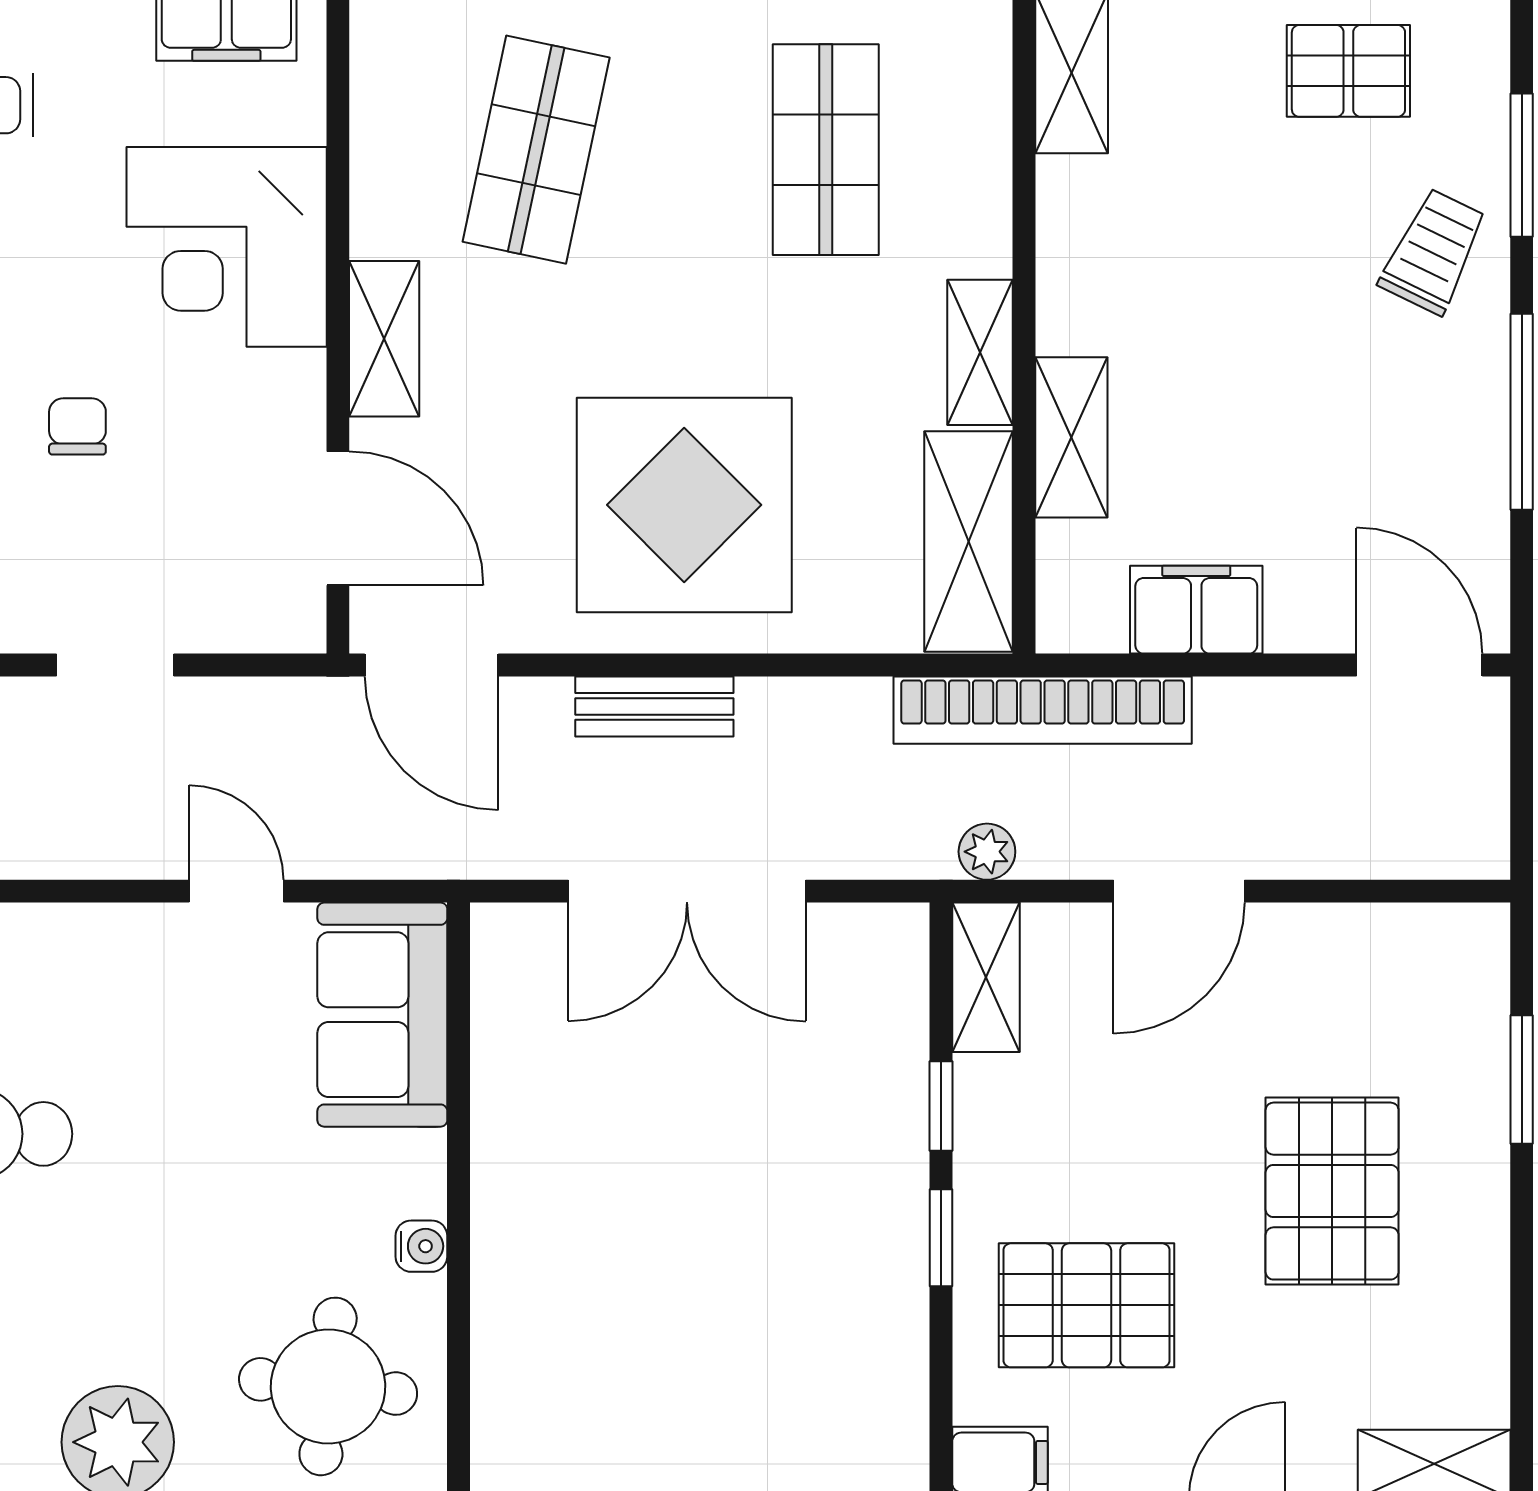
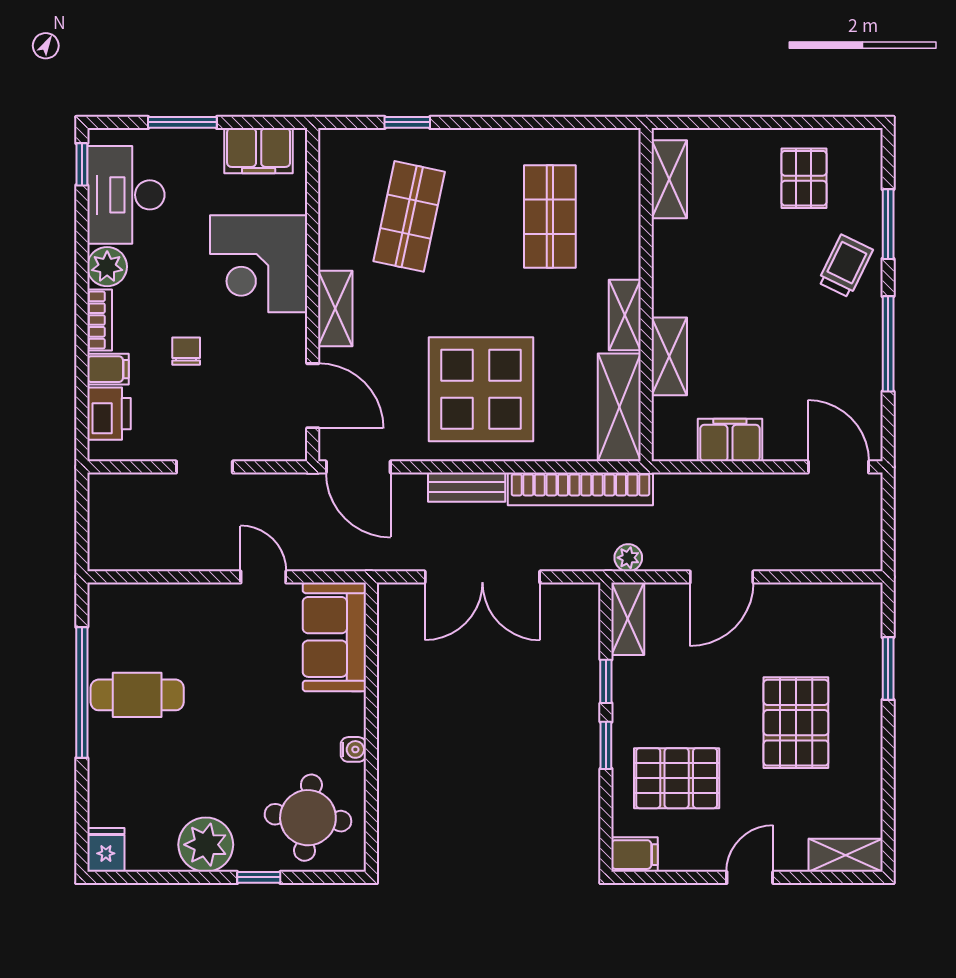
pallet: (1348, 71) -> (804, 178), turned 90
bookcase: (1043, 710) -> (580, 489), moved

